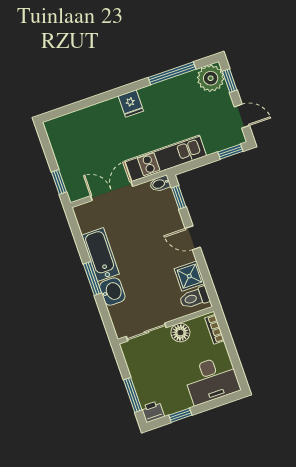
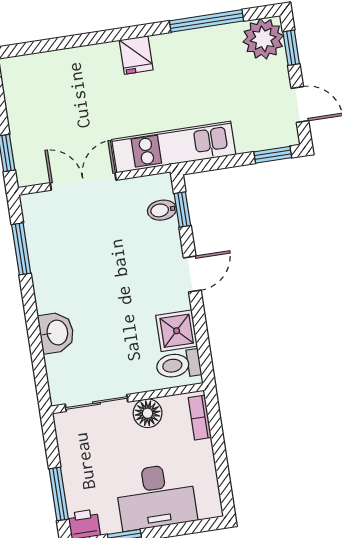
bidet: (160, 184) -> (162, 210), moved
door: (193, 238) -> (192, 274), swing flipped
bathtub: (100, 255) -> (49, 274), removed
window: (92, 279) -> (21, 249), moved
desk: (212, 380) -> (156, 497), moved

